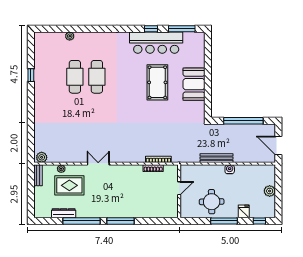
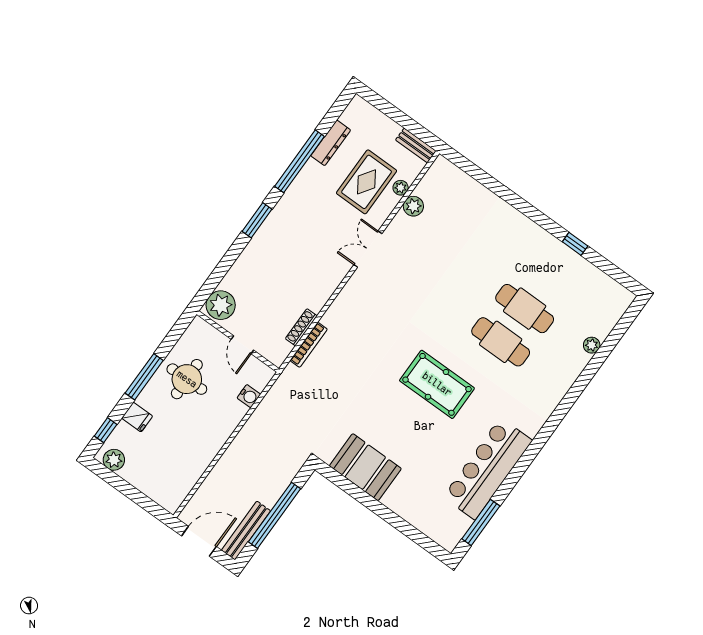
window: (151, 29) -> (514, 476), removed
pool table: (157, 82) -> (437, 384), moved
booth: (194, 84) -> (365, 467), moved
plant: (42, 157) -> (413, 206), moved
bench: (216, 158) -> (246, 531), moved
double door: (98, 164) -> (368, 249), swing flipped
water cooler: (230, 169) -> (249, 396), moved
plant: (270, 191) -> (114, 460), moved
plant: (169, 210) -> (221, 305), added
window: (120, 221) -> (257, 220), width x0.69

